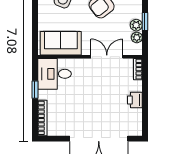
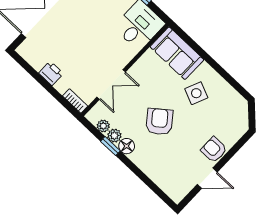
floor lamp: (136, 12) -> (127, 146), added
sofa: (61, 43) -> (177, 53), moved, turned 90

